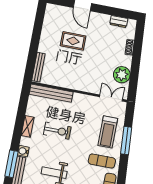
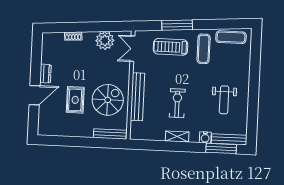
dresser: (119, 22) -> (45, 74), moved
spiral stairs: (69, 70) -> (108, 100), added
bench: (51, 93) -> (137, 97), moved
treadmill: (108, 132) -> (171, 47), turned 180

